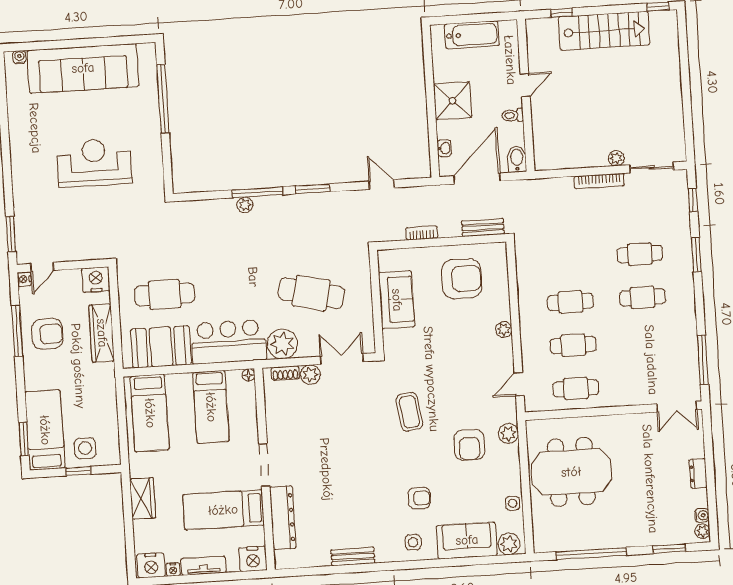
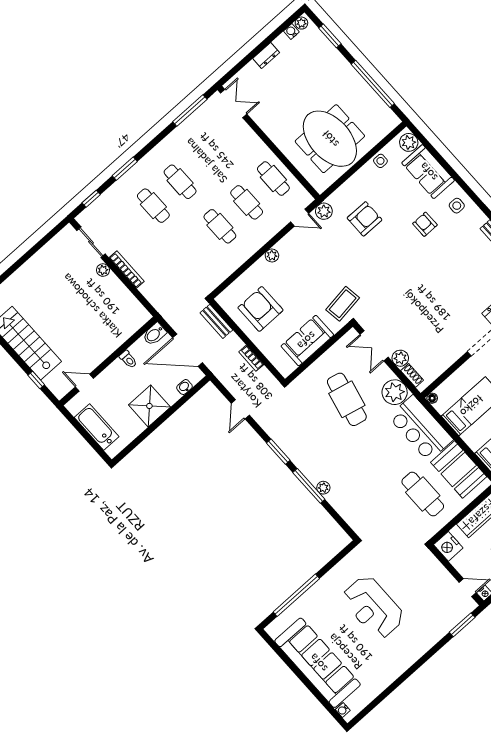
door: (525, 85) -> (84, 383), moved
coffee table: (409, 412) -> (343, 304), moved
plant: (508, 434) -> (324, 211), moved

